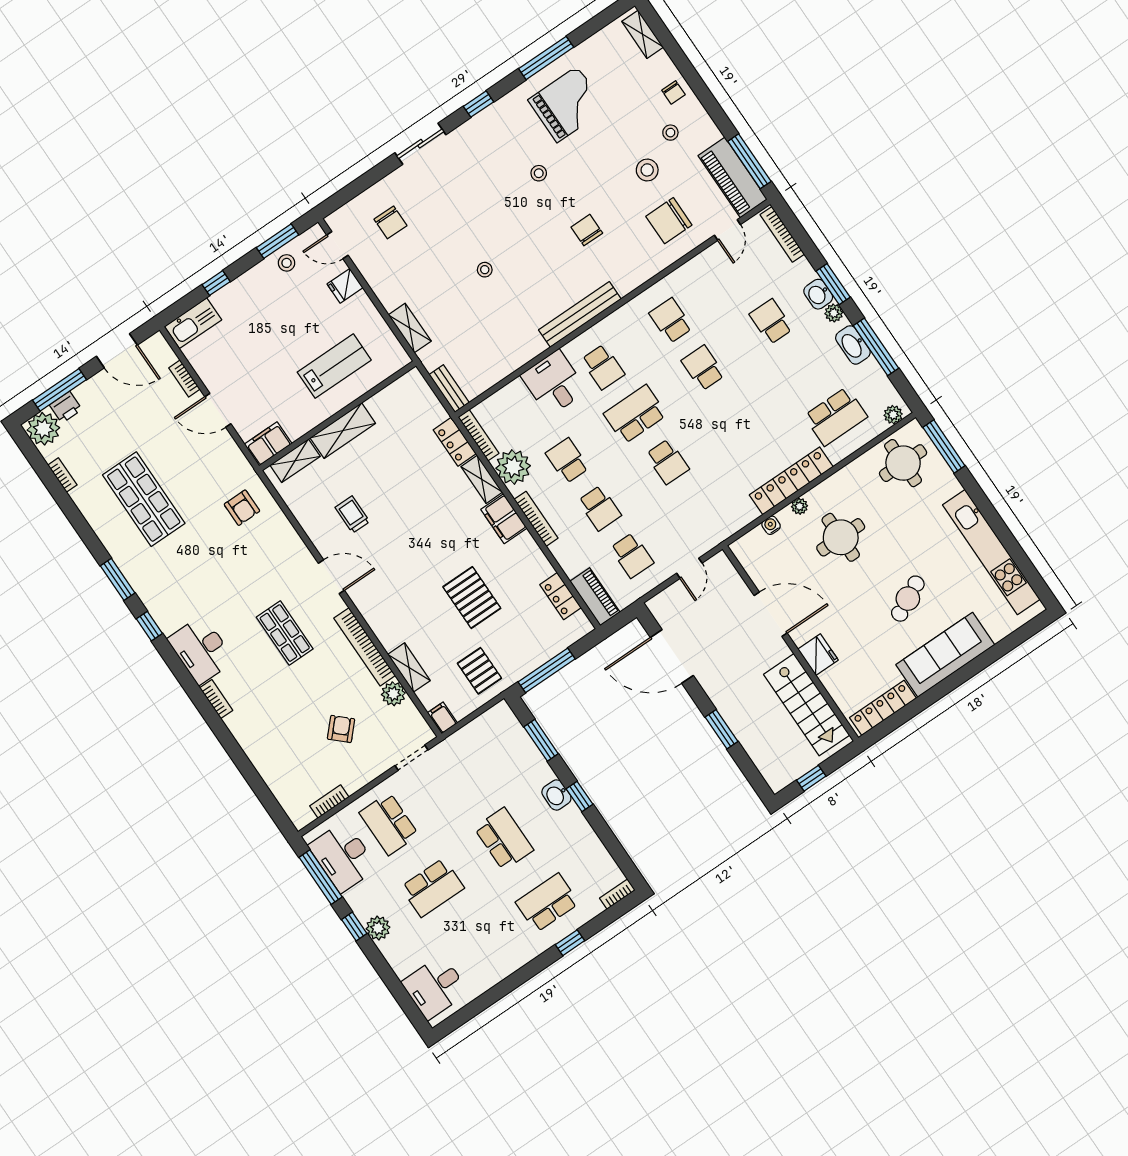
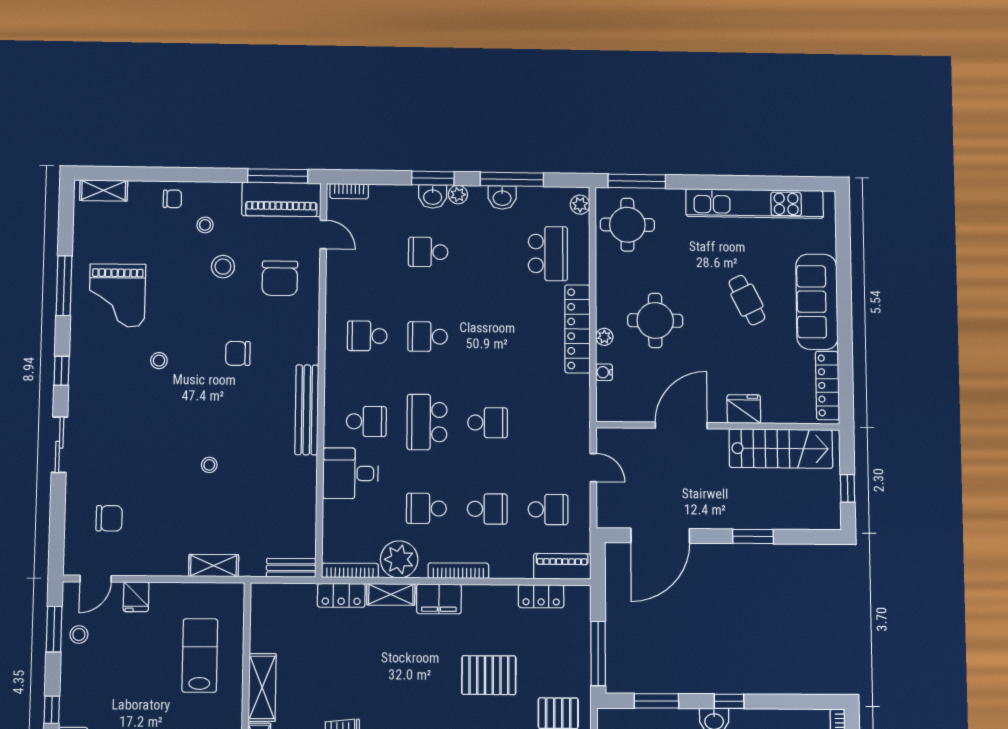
grand piano: (567, 104) -> (117, 295), turned 180
bookcase: (782, 234) -> (349, 191), width x0.64
washbasin: (853, 345) -> (502, 197), width x0.72

